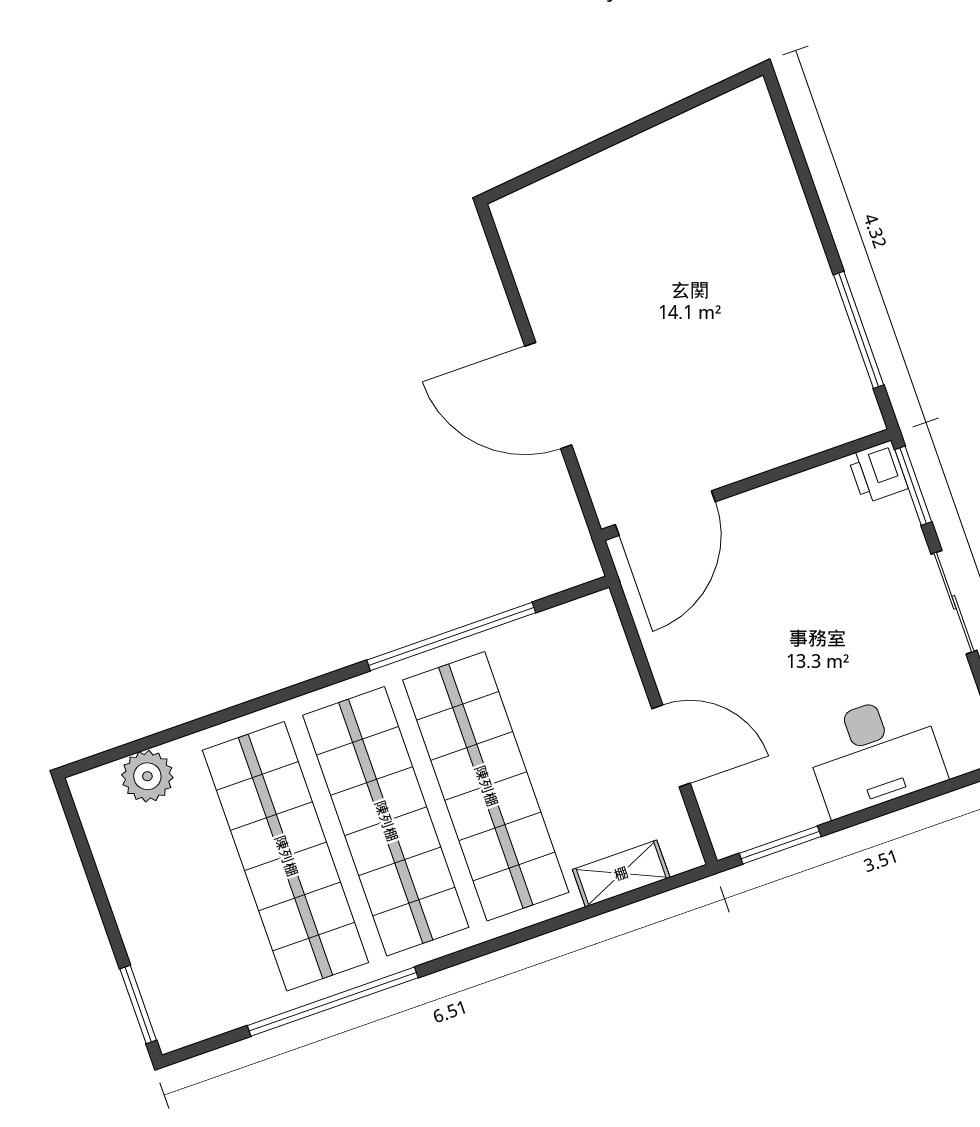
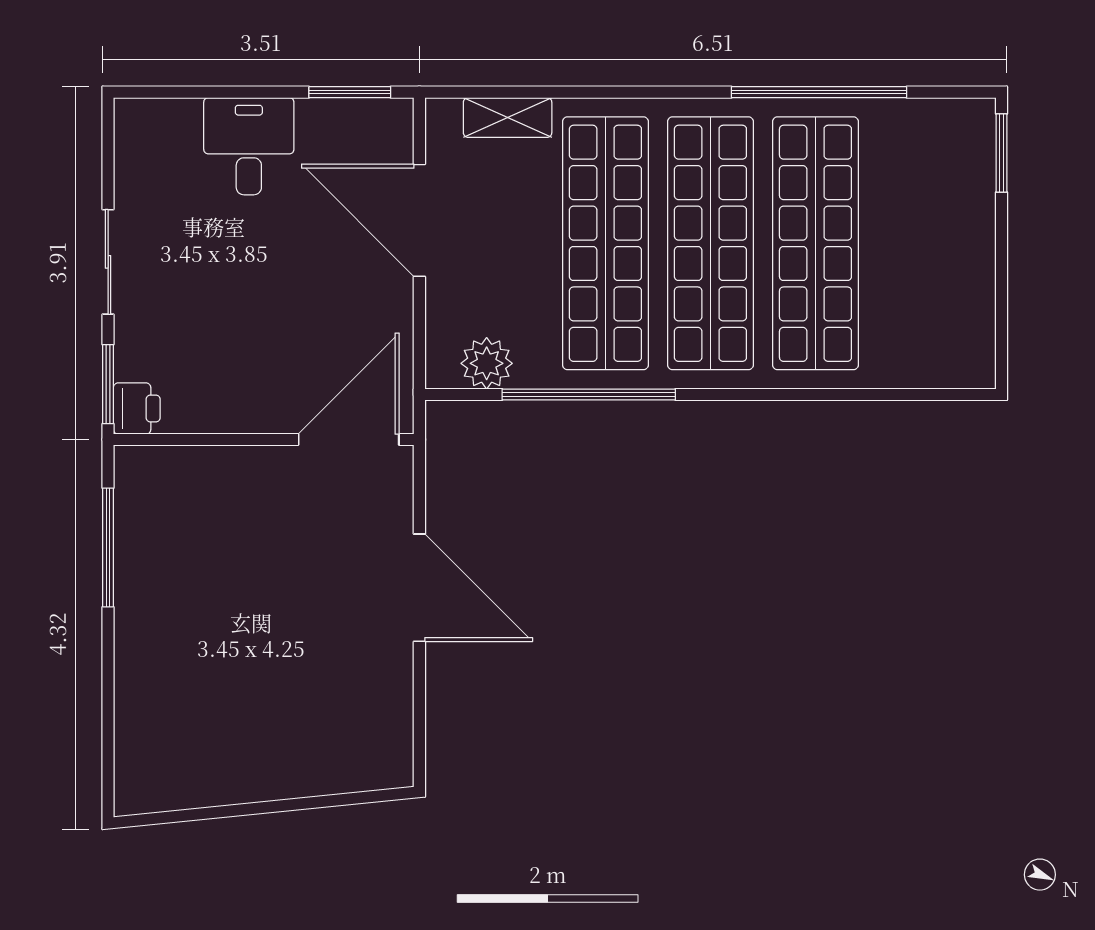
door: (671, 746) -> (419, 220), width x1.36
desk: (874, 754) -> (249, 146), width x0.73
plant: (147, 776) -> (487, 363), moved

